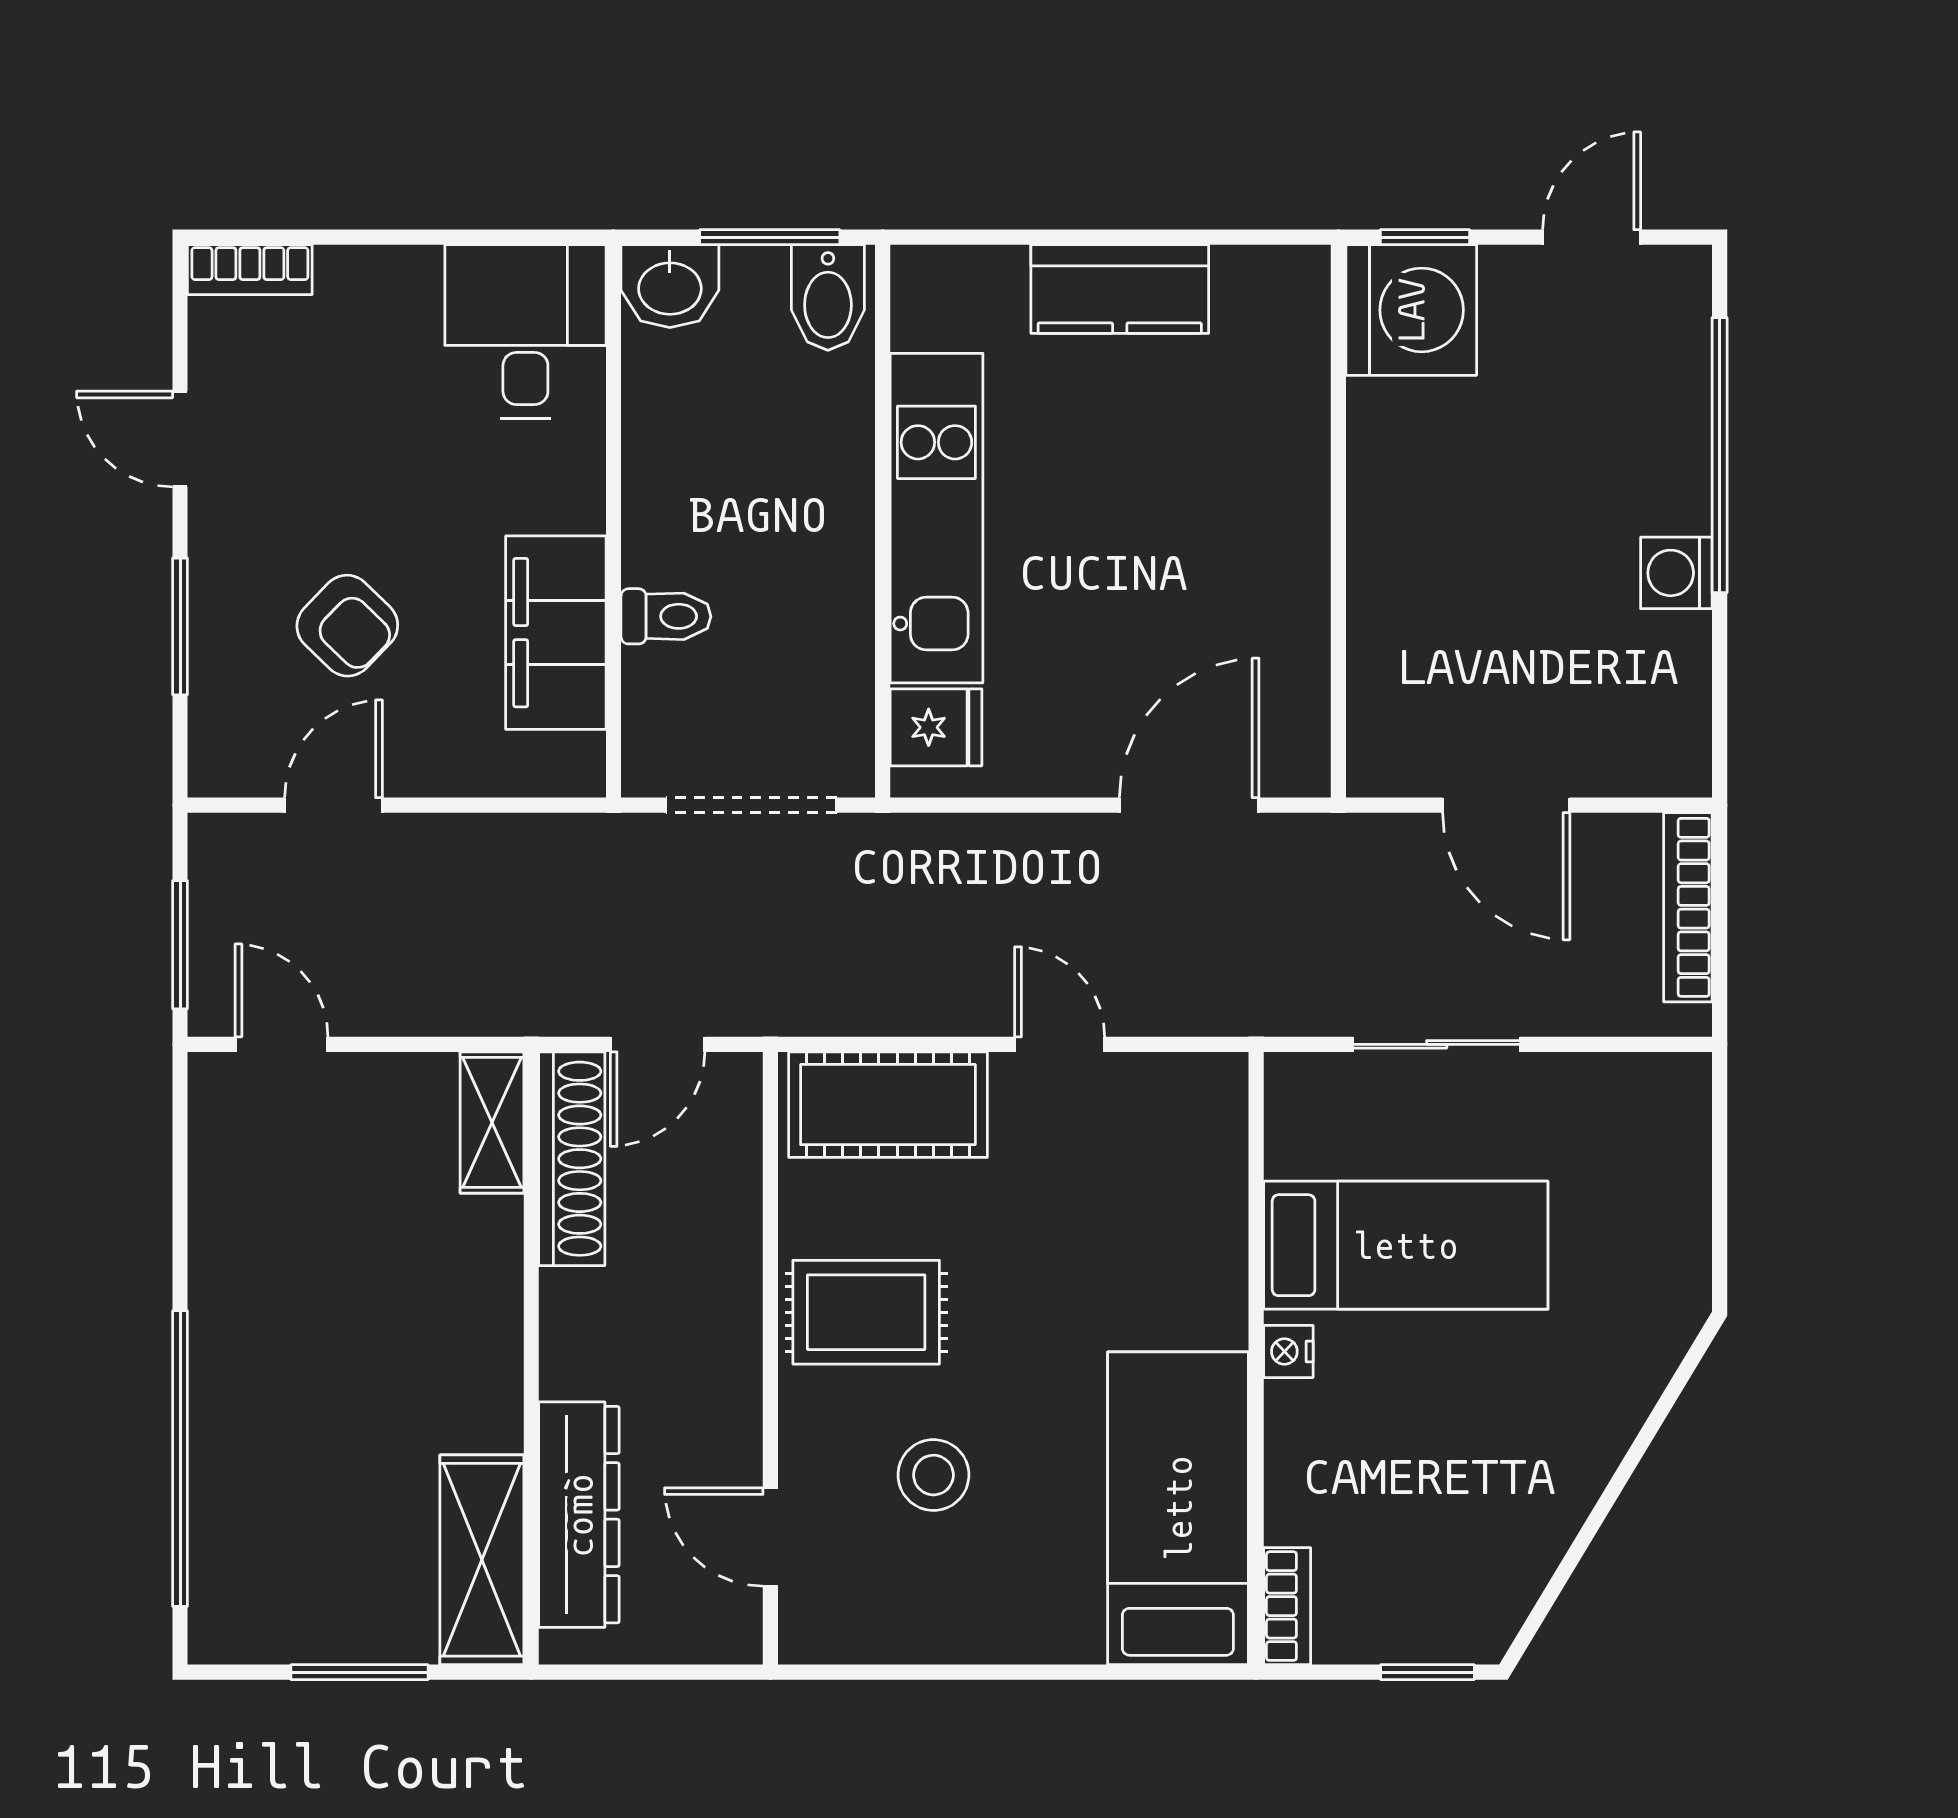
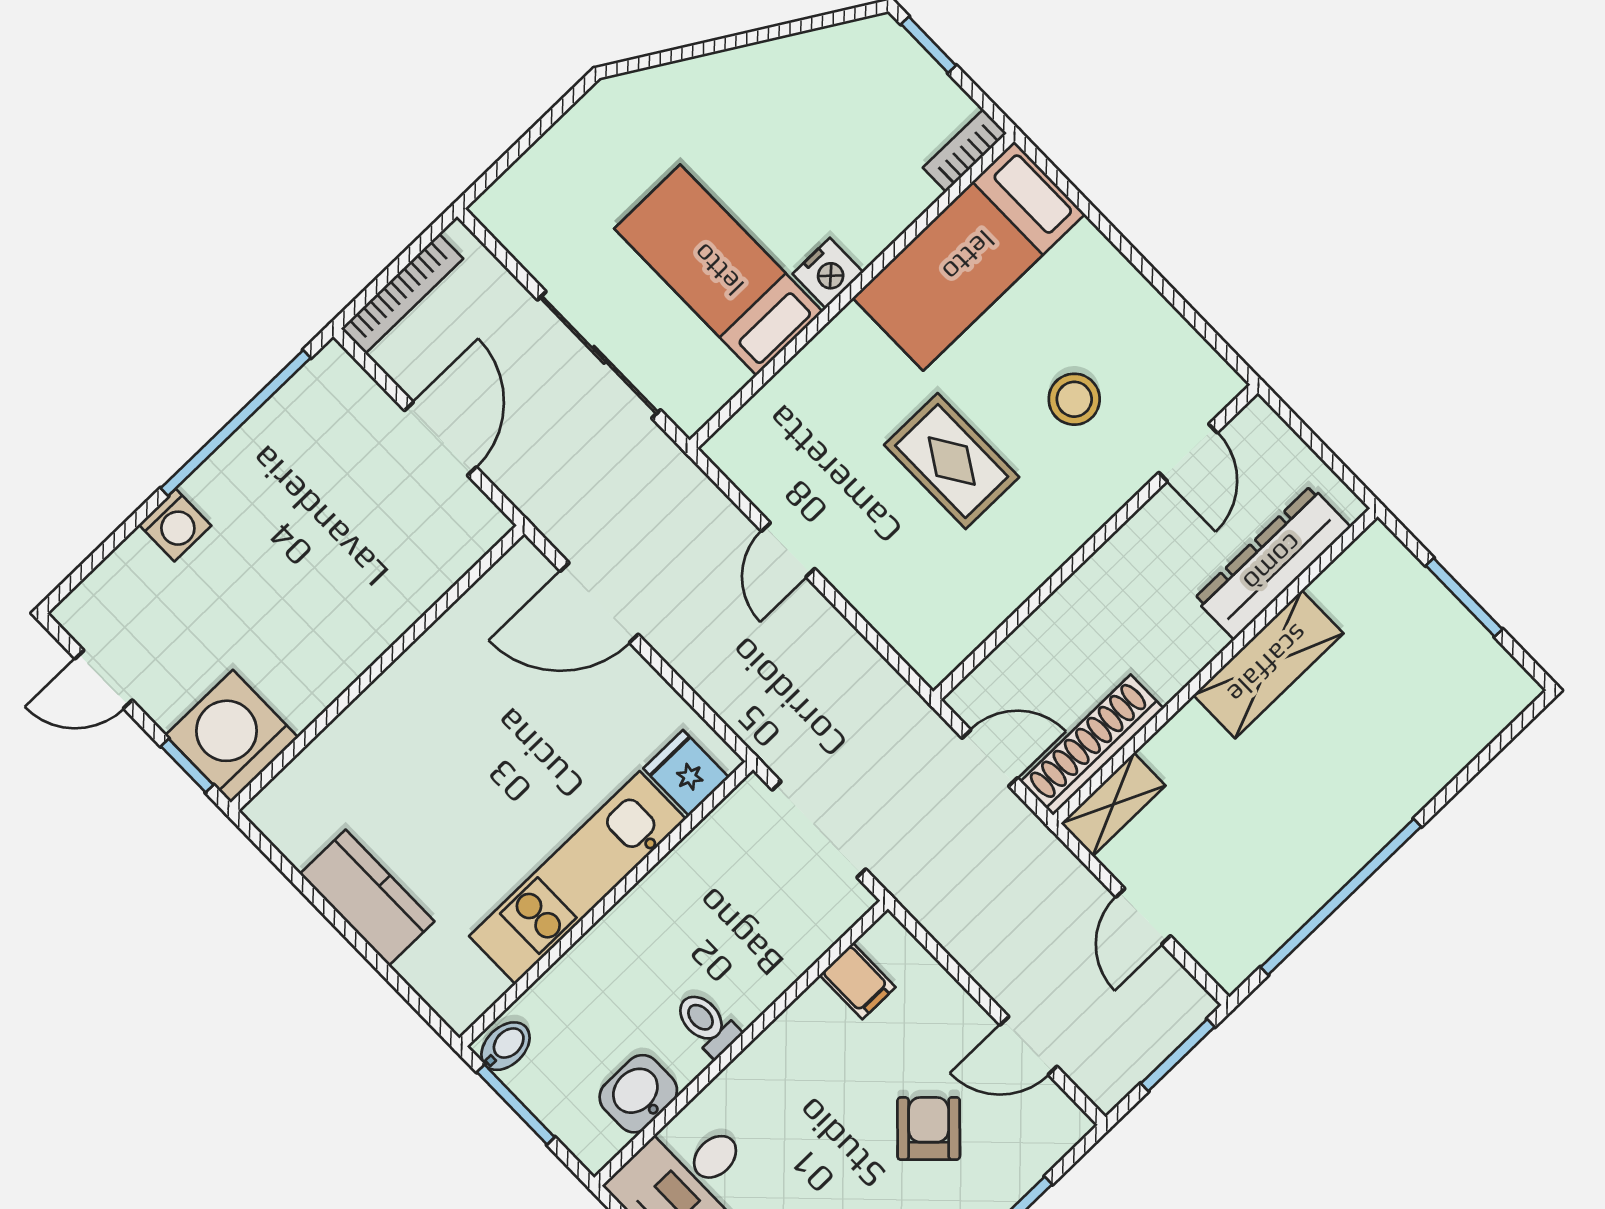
washbasin: (670, 286) -> (638, 1094), moved, turned -90
bidet: (828, 297) -> (505, 1046), width x0.72, depth x0.74
window: (1720, 455) -> (236, 423), moved
washing machine: (1676, 573) -> (175, 525), moved
toilet: (666, 616) -> (707, 1024), moved
filing cabinet: (556, 633) -> (857, 981), width x0.33, depth x0.86
door: (281, 1044) -> (1143, 916), moved
sliding door: (1437, 1044) -> (599, 355), width x1.37
cot: (888, 1105) -> (905, 609), removed
rug: (866, 1312) -> (952, 461), moved
nightstand: (1288, 1351) -> (828, 273), width x1.39, depth x1.35
window: (180, 1458) -> (1341, 897), moved
shelving: (482, 1560) -> (1268, 664), moved

